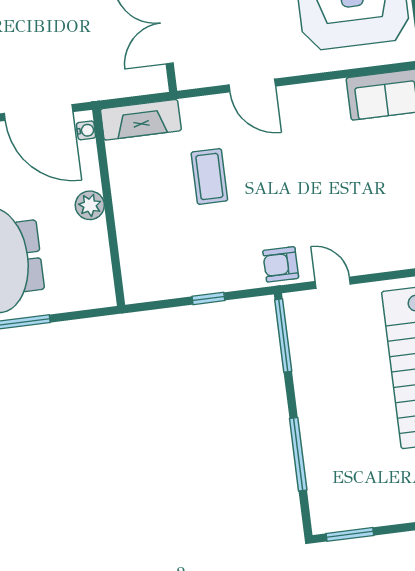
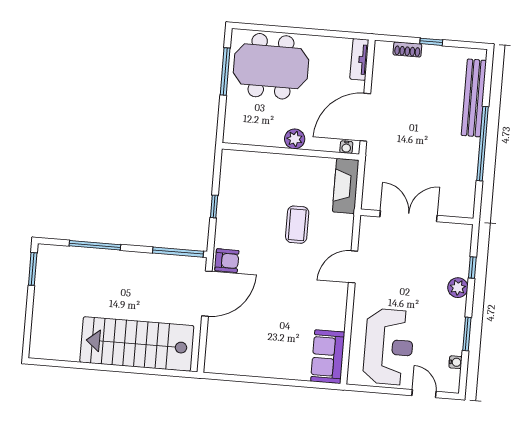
coffee table: (209, 176) -> (297, 225), turned 90
armchair: (281, 264) -> (227, 261), turned 90
door: (333, 283) -> (207, 294), width x1.87

